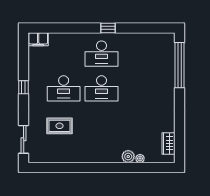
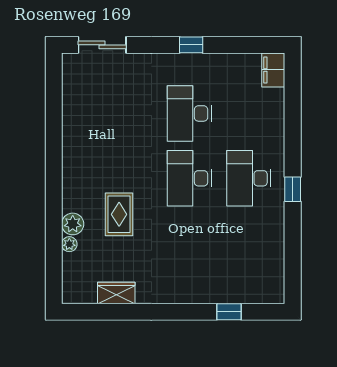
window: (179, 65) -> (229, 312), width x0.32
rug: (59, 126) -> (119, 214), moved
wardrobe: (169, 143) -> (116, 293), moved

